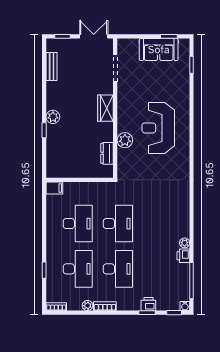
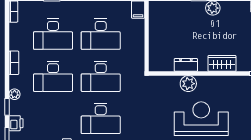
dresser: (107, 153) -> (186, 65), moved
desk: (158, 224) -> (101, 118), added
printer: (148, 304) -> (16, 123), moved
plant: (87, 306) -> (15, 94), moved

